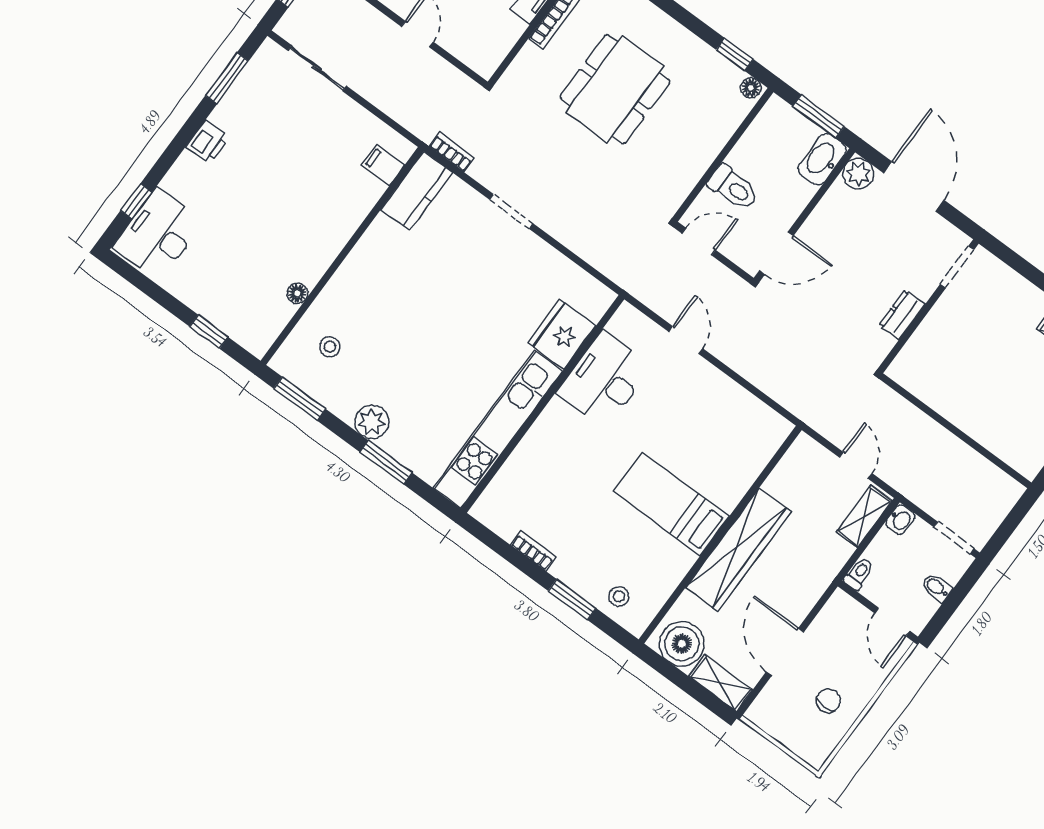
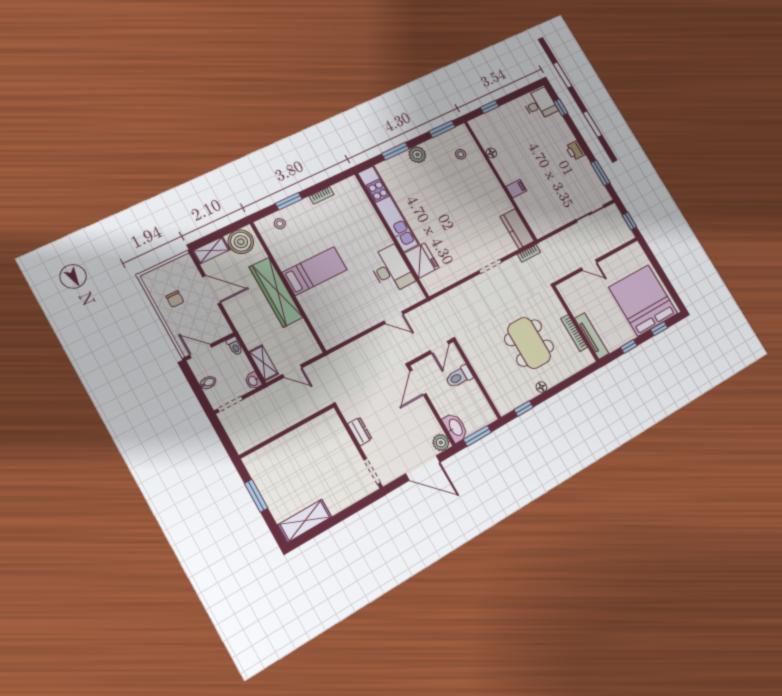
floor lamp: (751, 88) -> (541, 387), moved
filing cabinet: (383, 165) -> (516, 189), moved
desk: (158, 234) -> (540, 104), width x0.73

